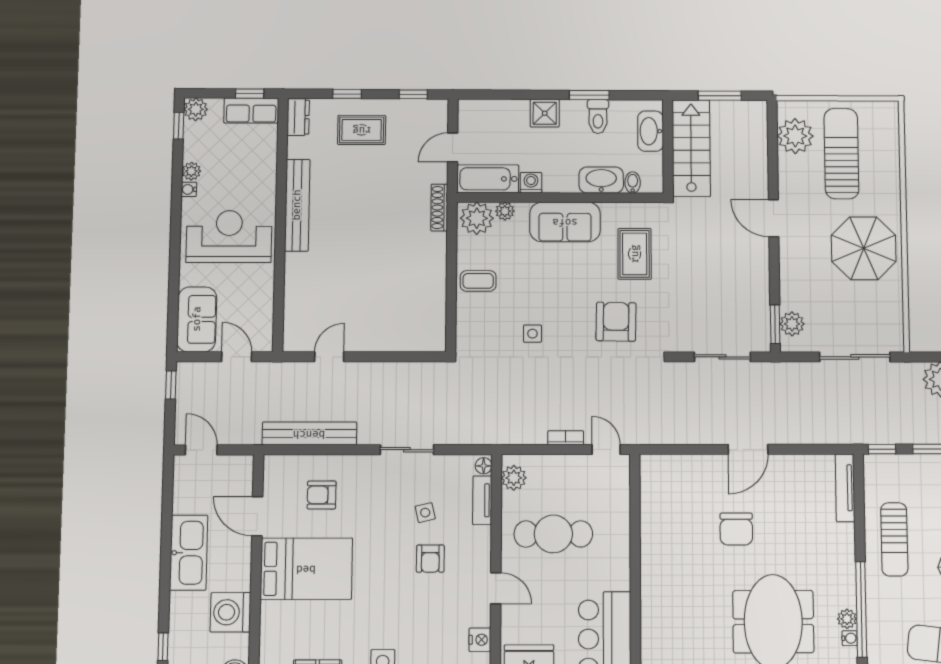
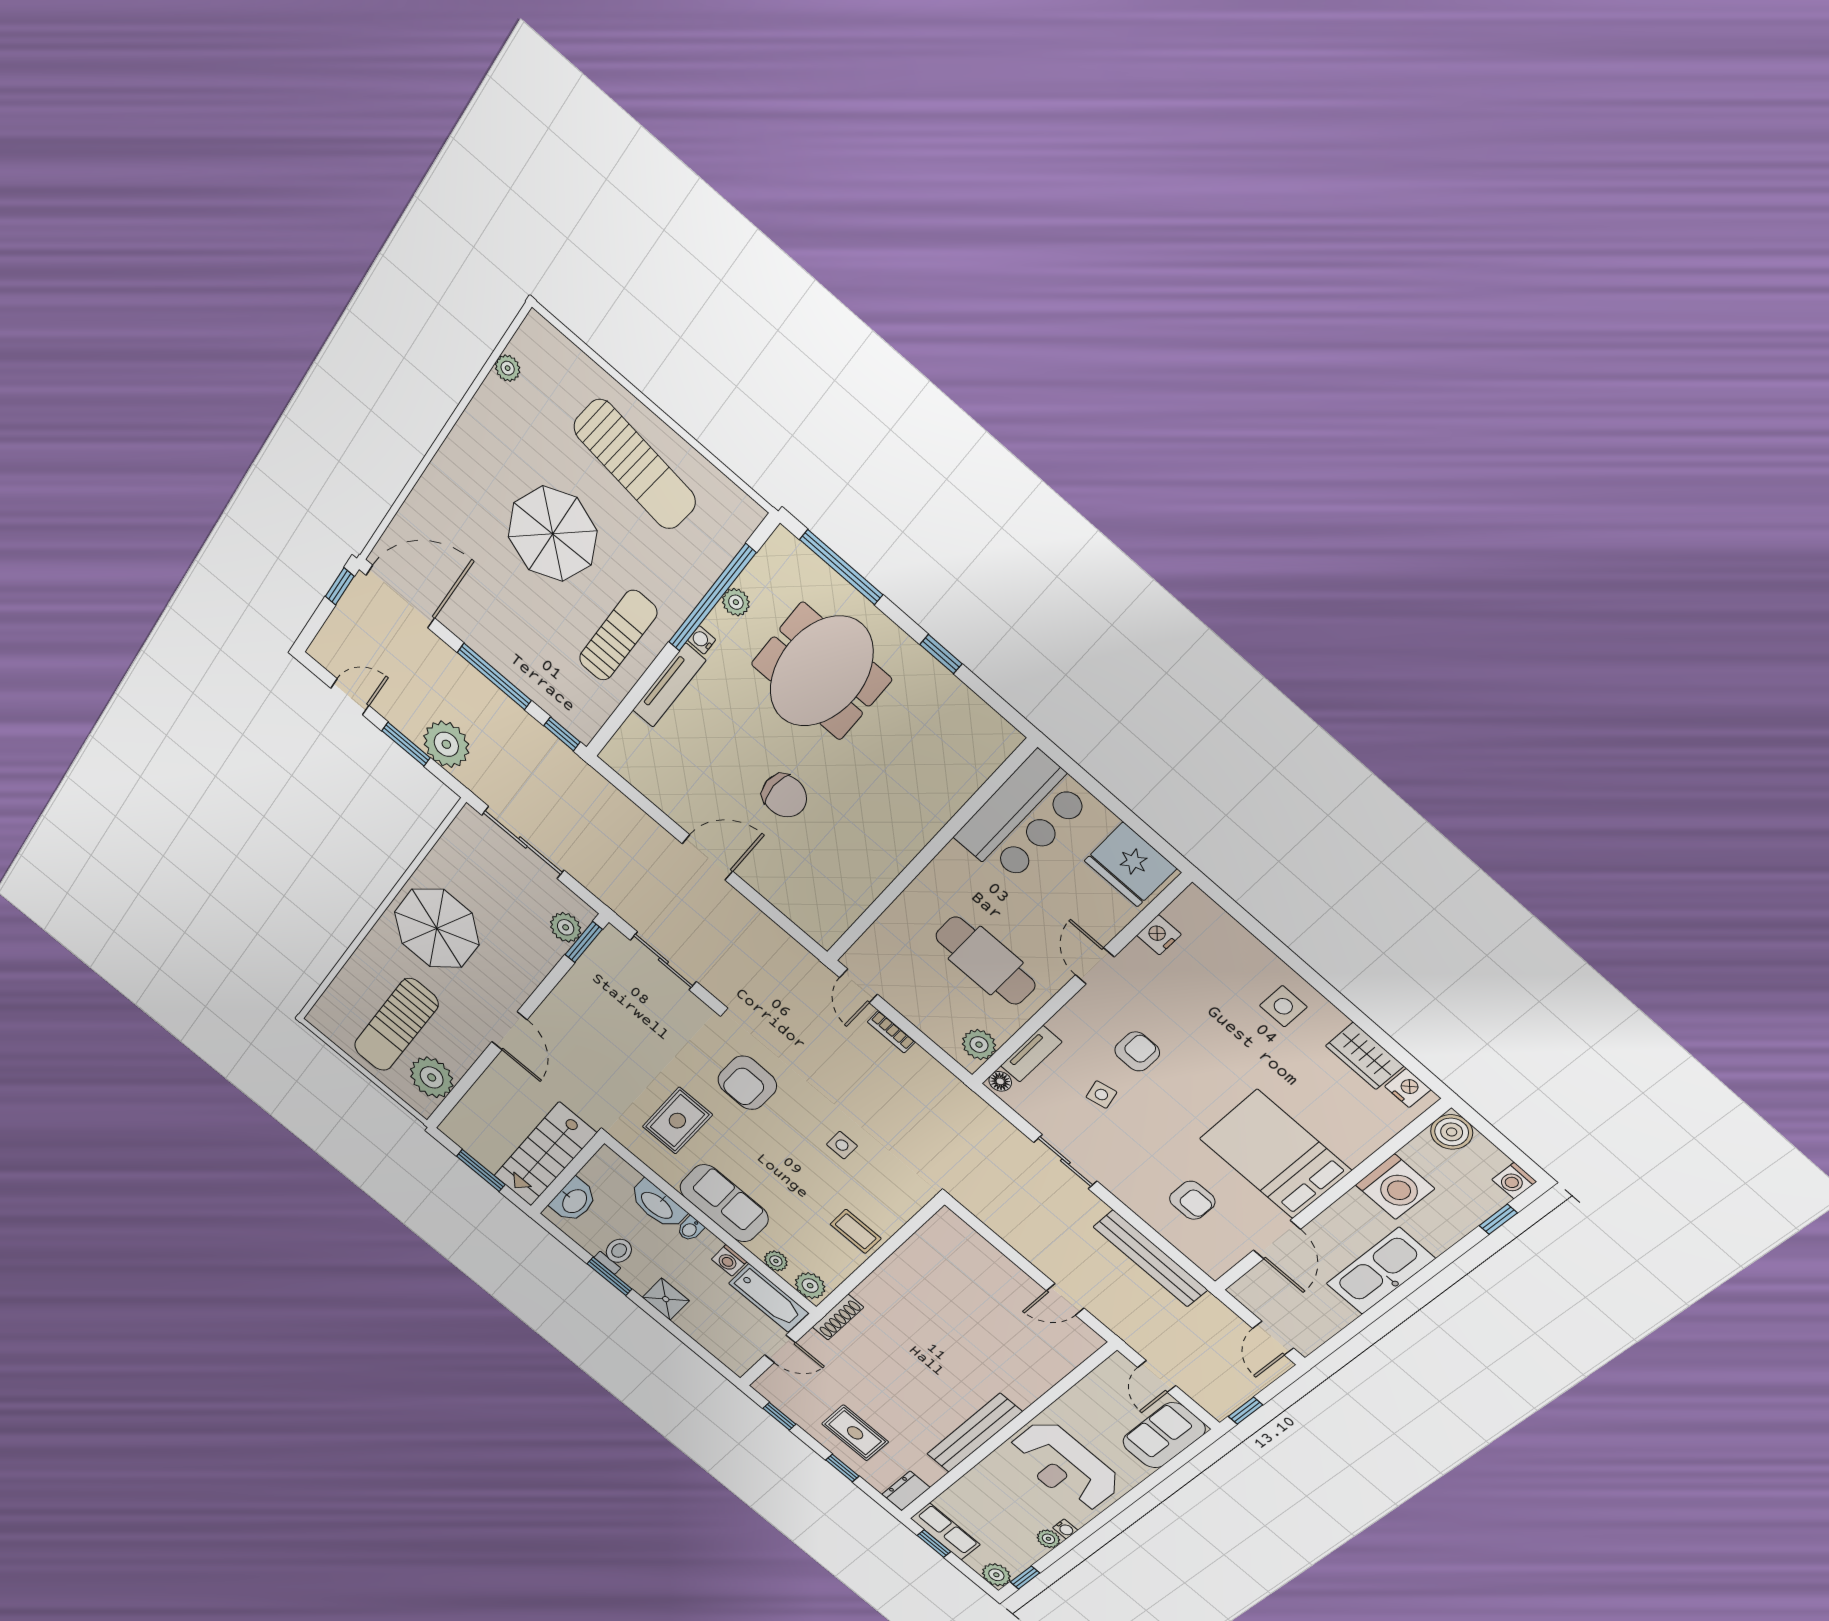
bidet: (633, 182) -> (690, 1229), moved
plant: (477, 218) -> (810, 1286), width x0.73, depth x0.73
tv unit: (845, 488) -> (669, 685), moved
chair: (736, 529) -> (784, 796), turned 90
water cooler: (850, 638) -> (702, 640), moved

